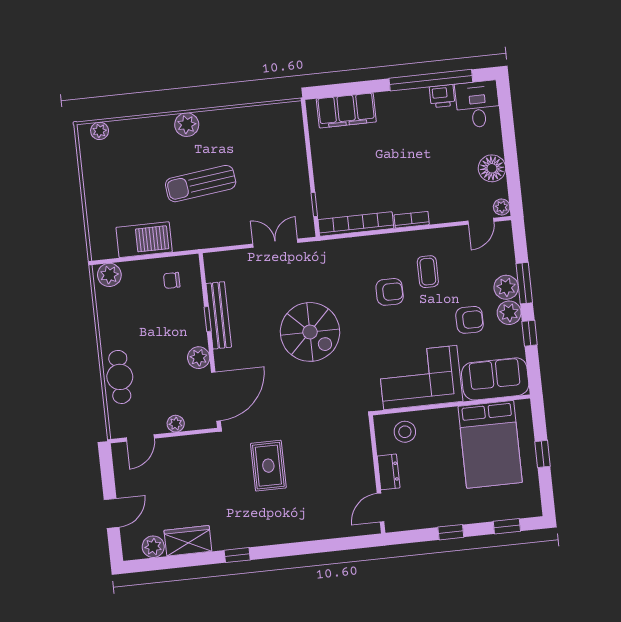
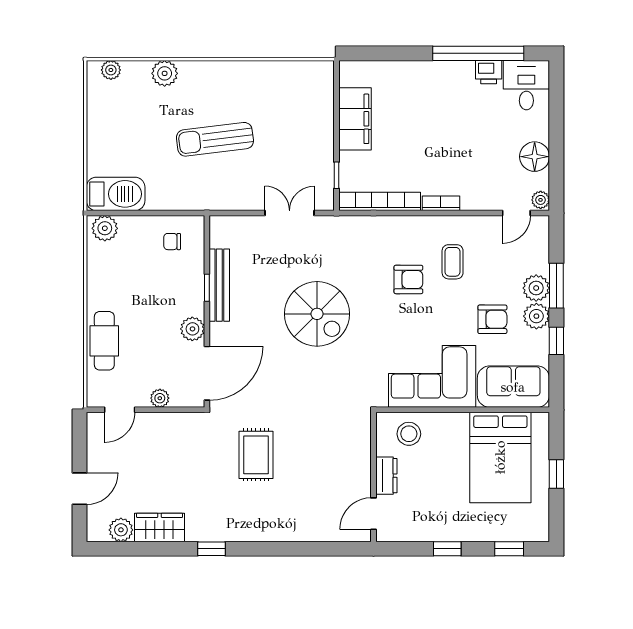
filing cabinet: (346, 110) -> (355, 119), moved, turned -90
plant: (187, 125) -> (165, 73), moved
barbecue: (144, 240) -> (116, 194), moved

